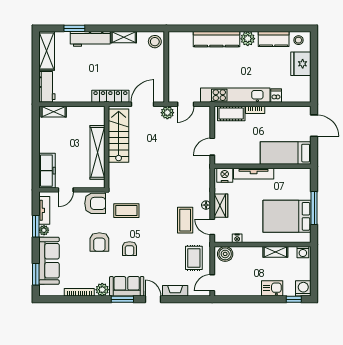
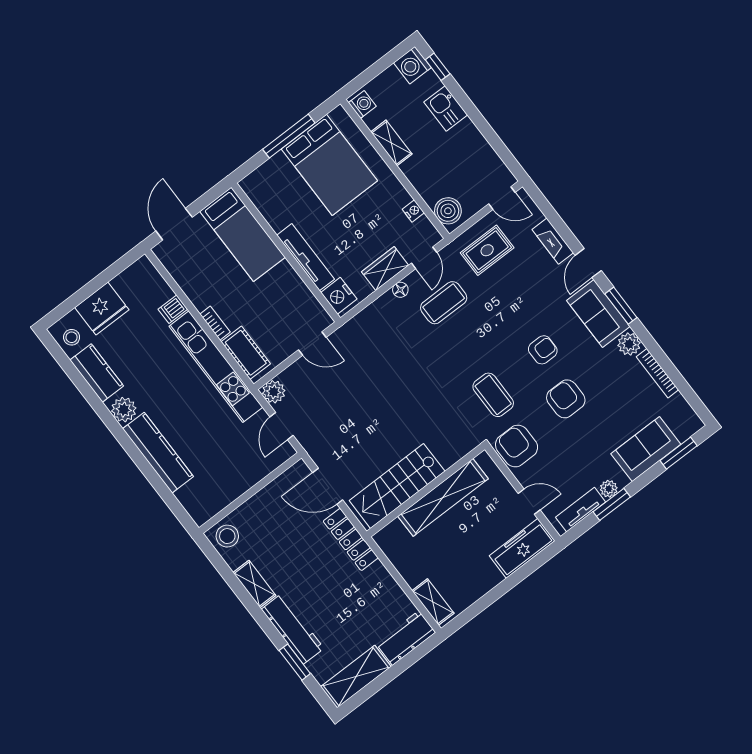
door: (186, 104) -> (282, 426), swing flipped
plant: (167, 113) -> (274, 392), moved
armchair: (99, 242) -> (566, 399), turned -90
sofa: (49, 261) -> (646, 449), width x0.73

